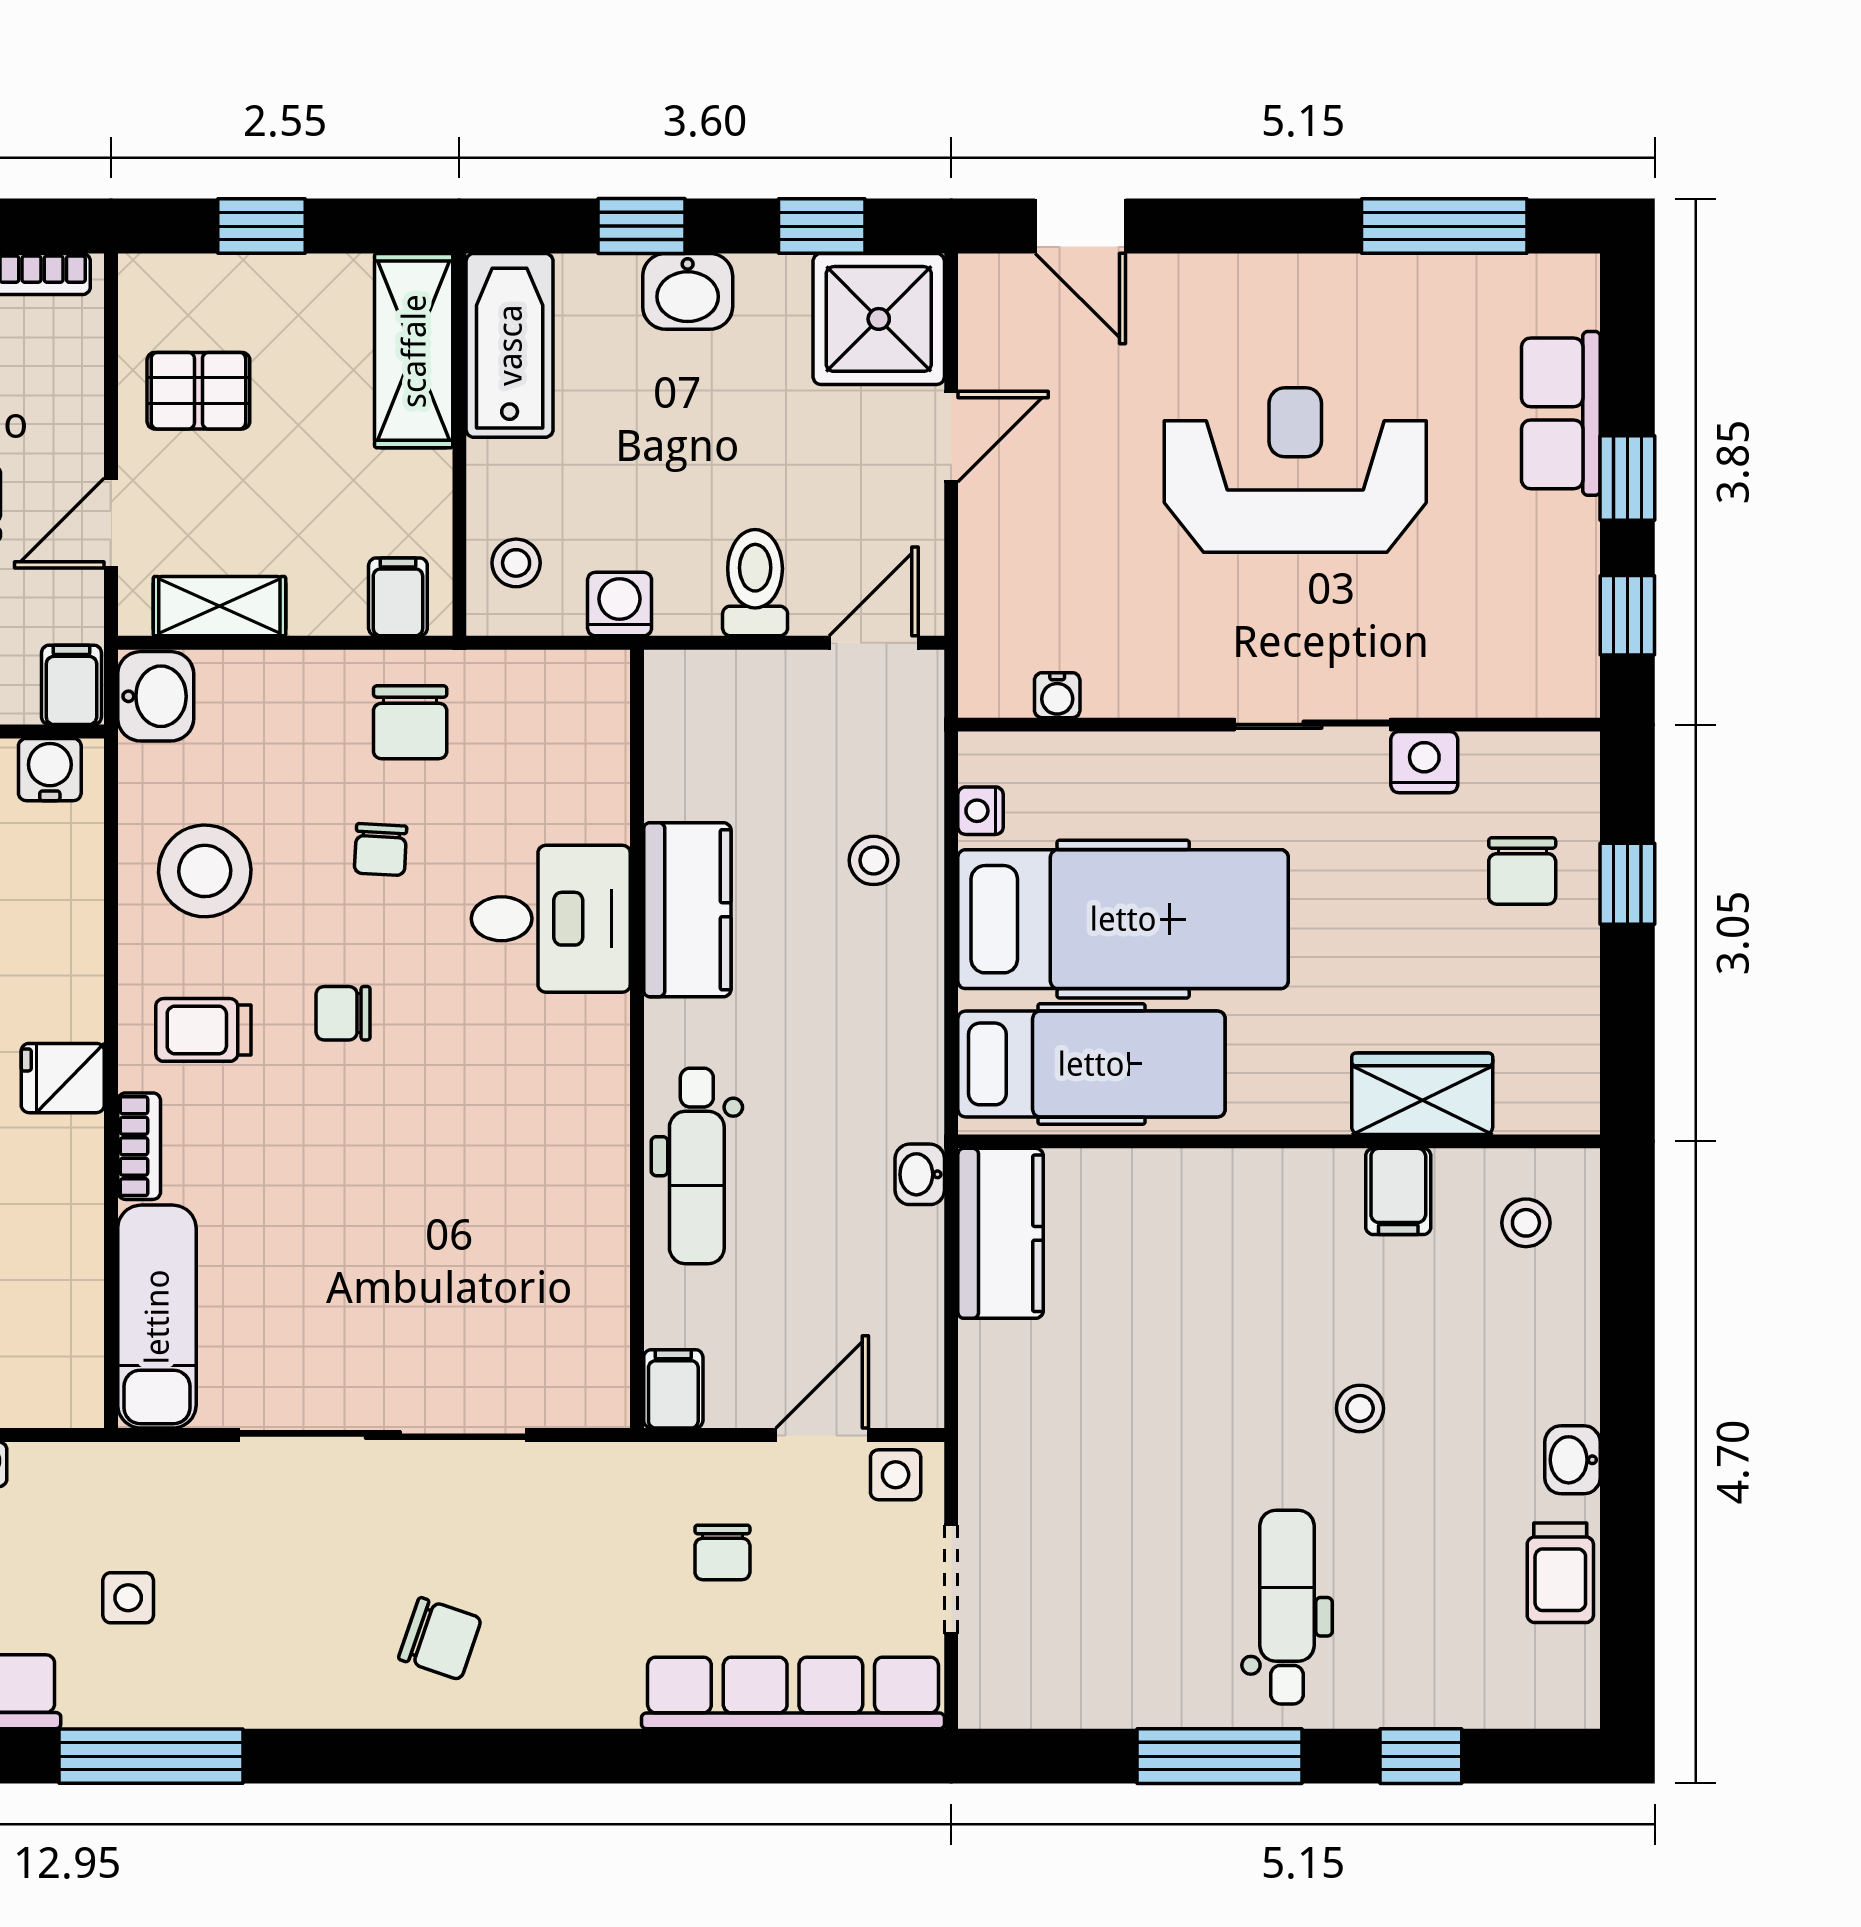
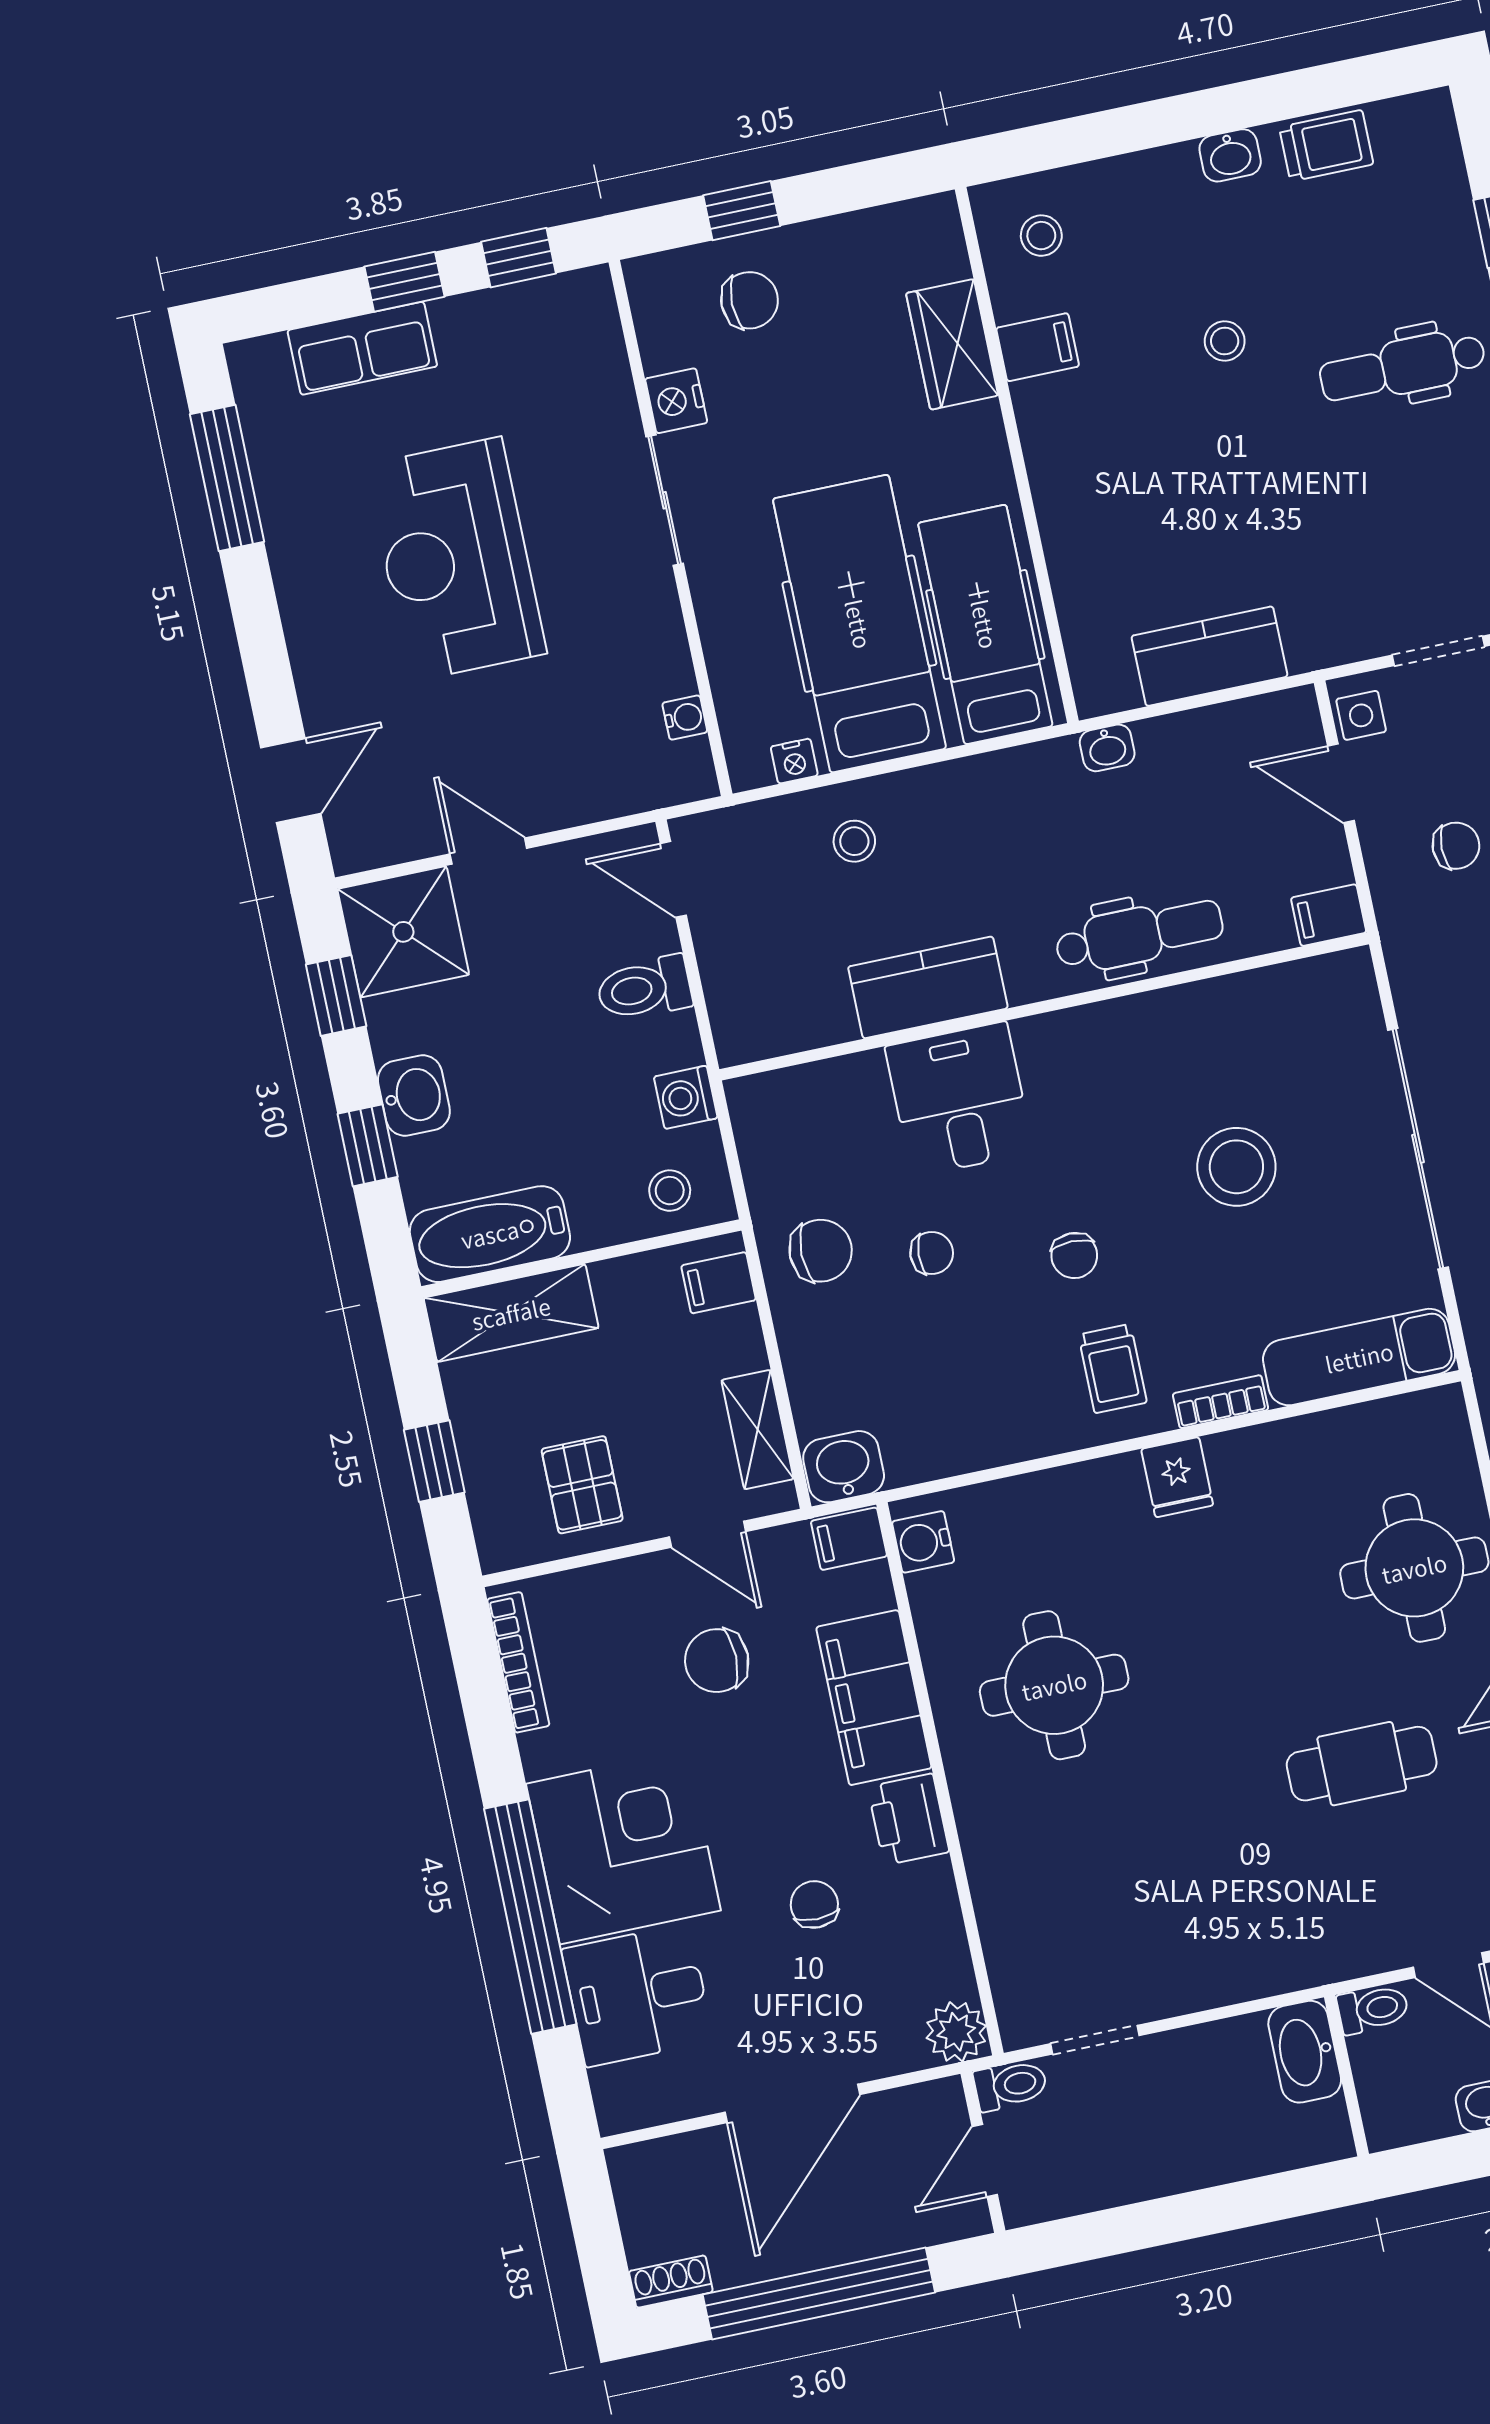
stool: (205, 871) -> (1236, 1167), moved
kitchen counter: (1001, 1233) -> (1209, 656), moved

